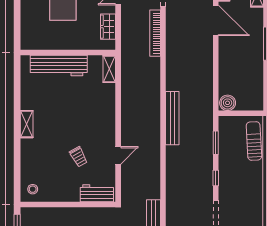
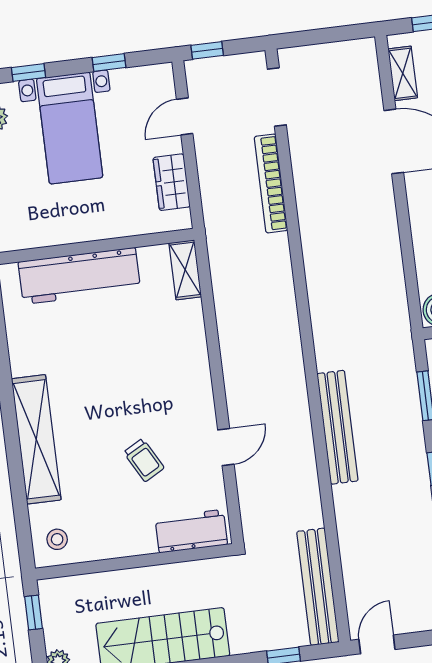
bench: (172, 118) -> (338, 427), moved
shelving: (27, 124) -> (36, 439), width x2.20, depth x1.33

